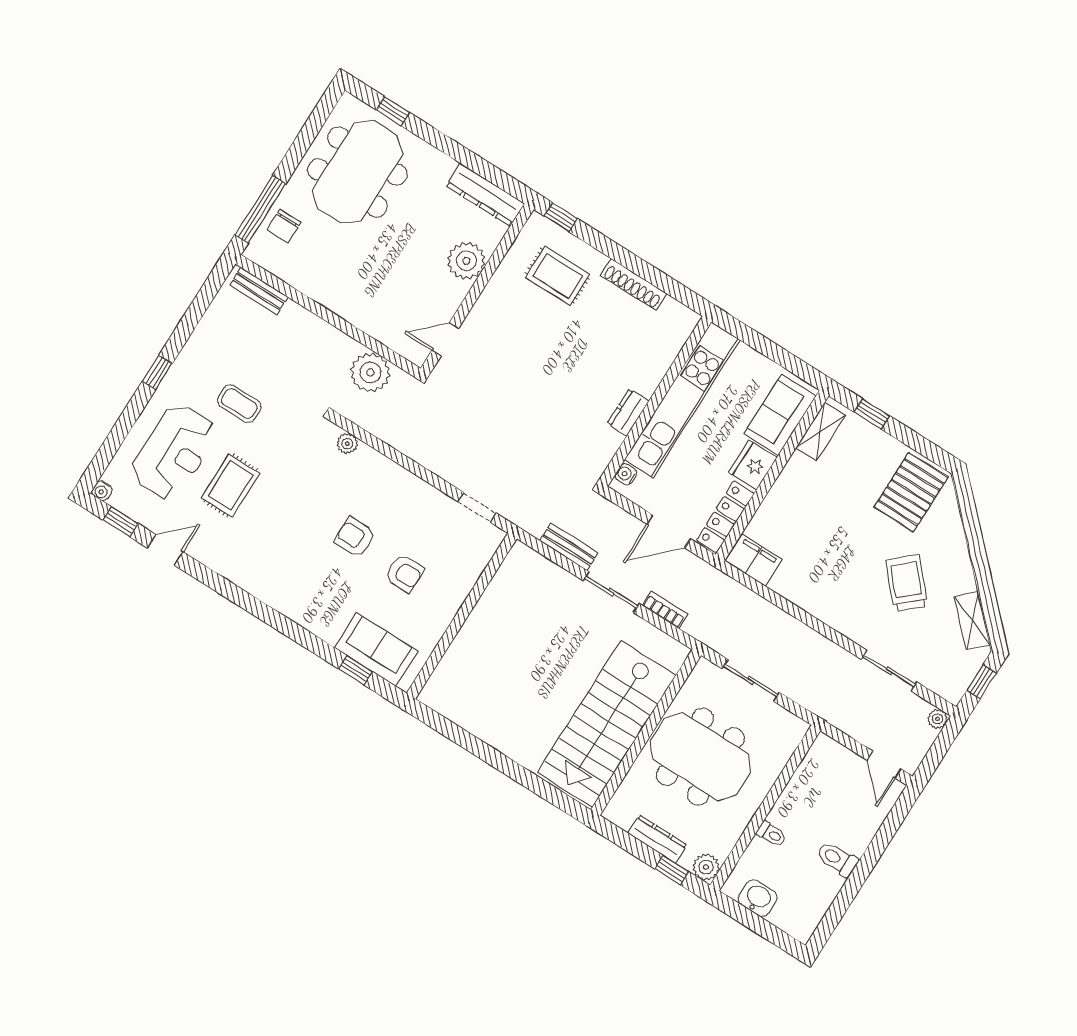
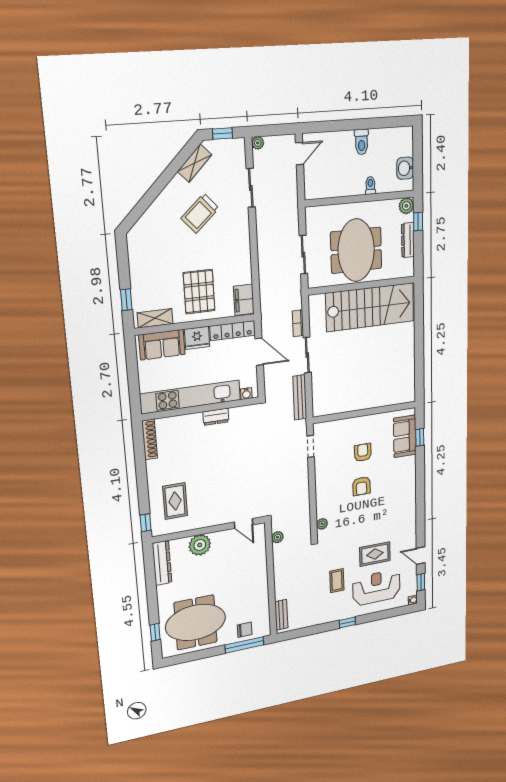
shoe rack: (634, 284) -> (150, 439), moved
plant: (370, 372) -> (278, 537), width x0.53, depth x0.53
pallet: (911, 492) -> (199, 292), moved, turned 90
bench: (569, 547) -> (300, 397), width x1.36

